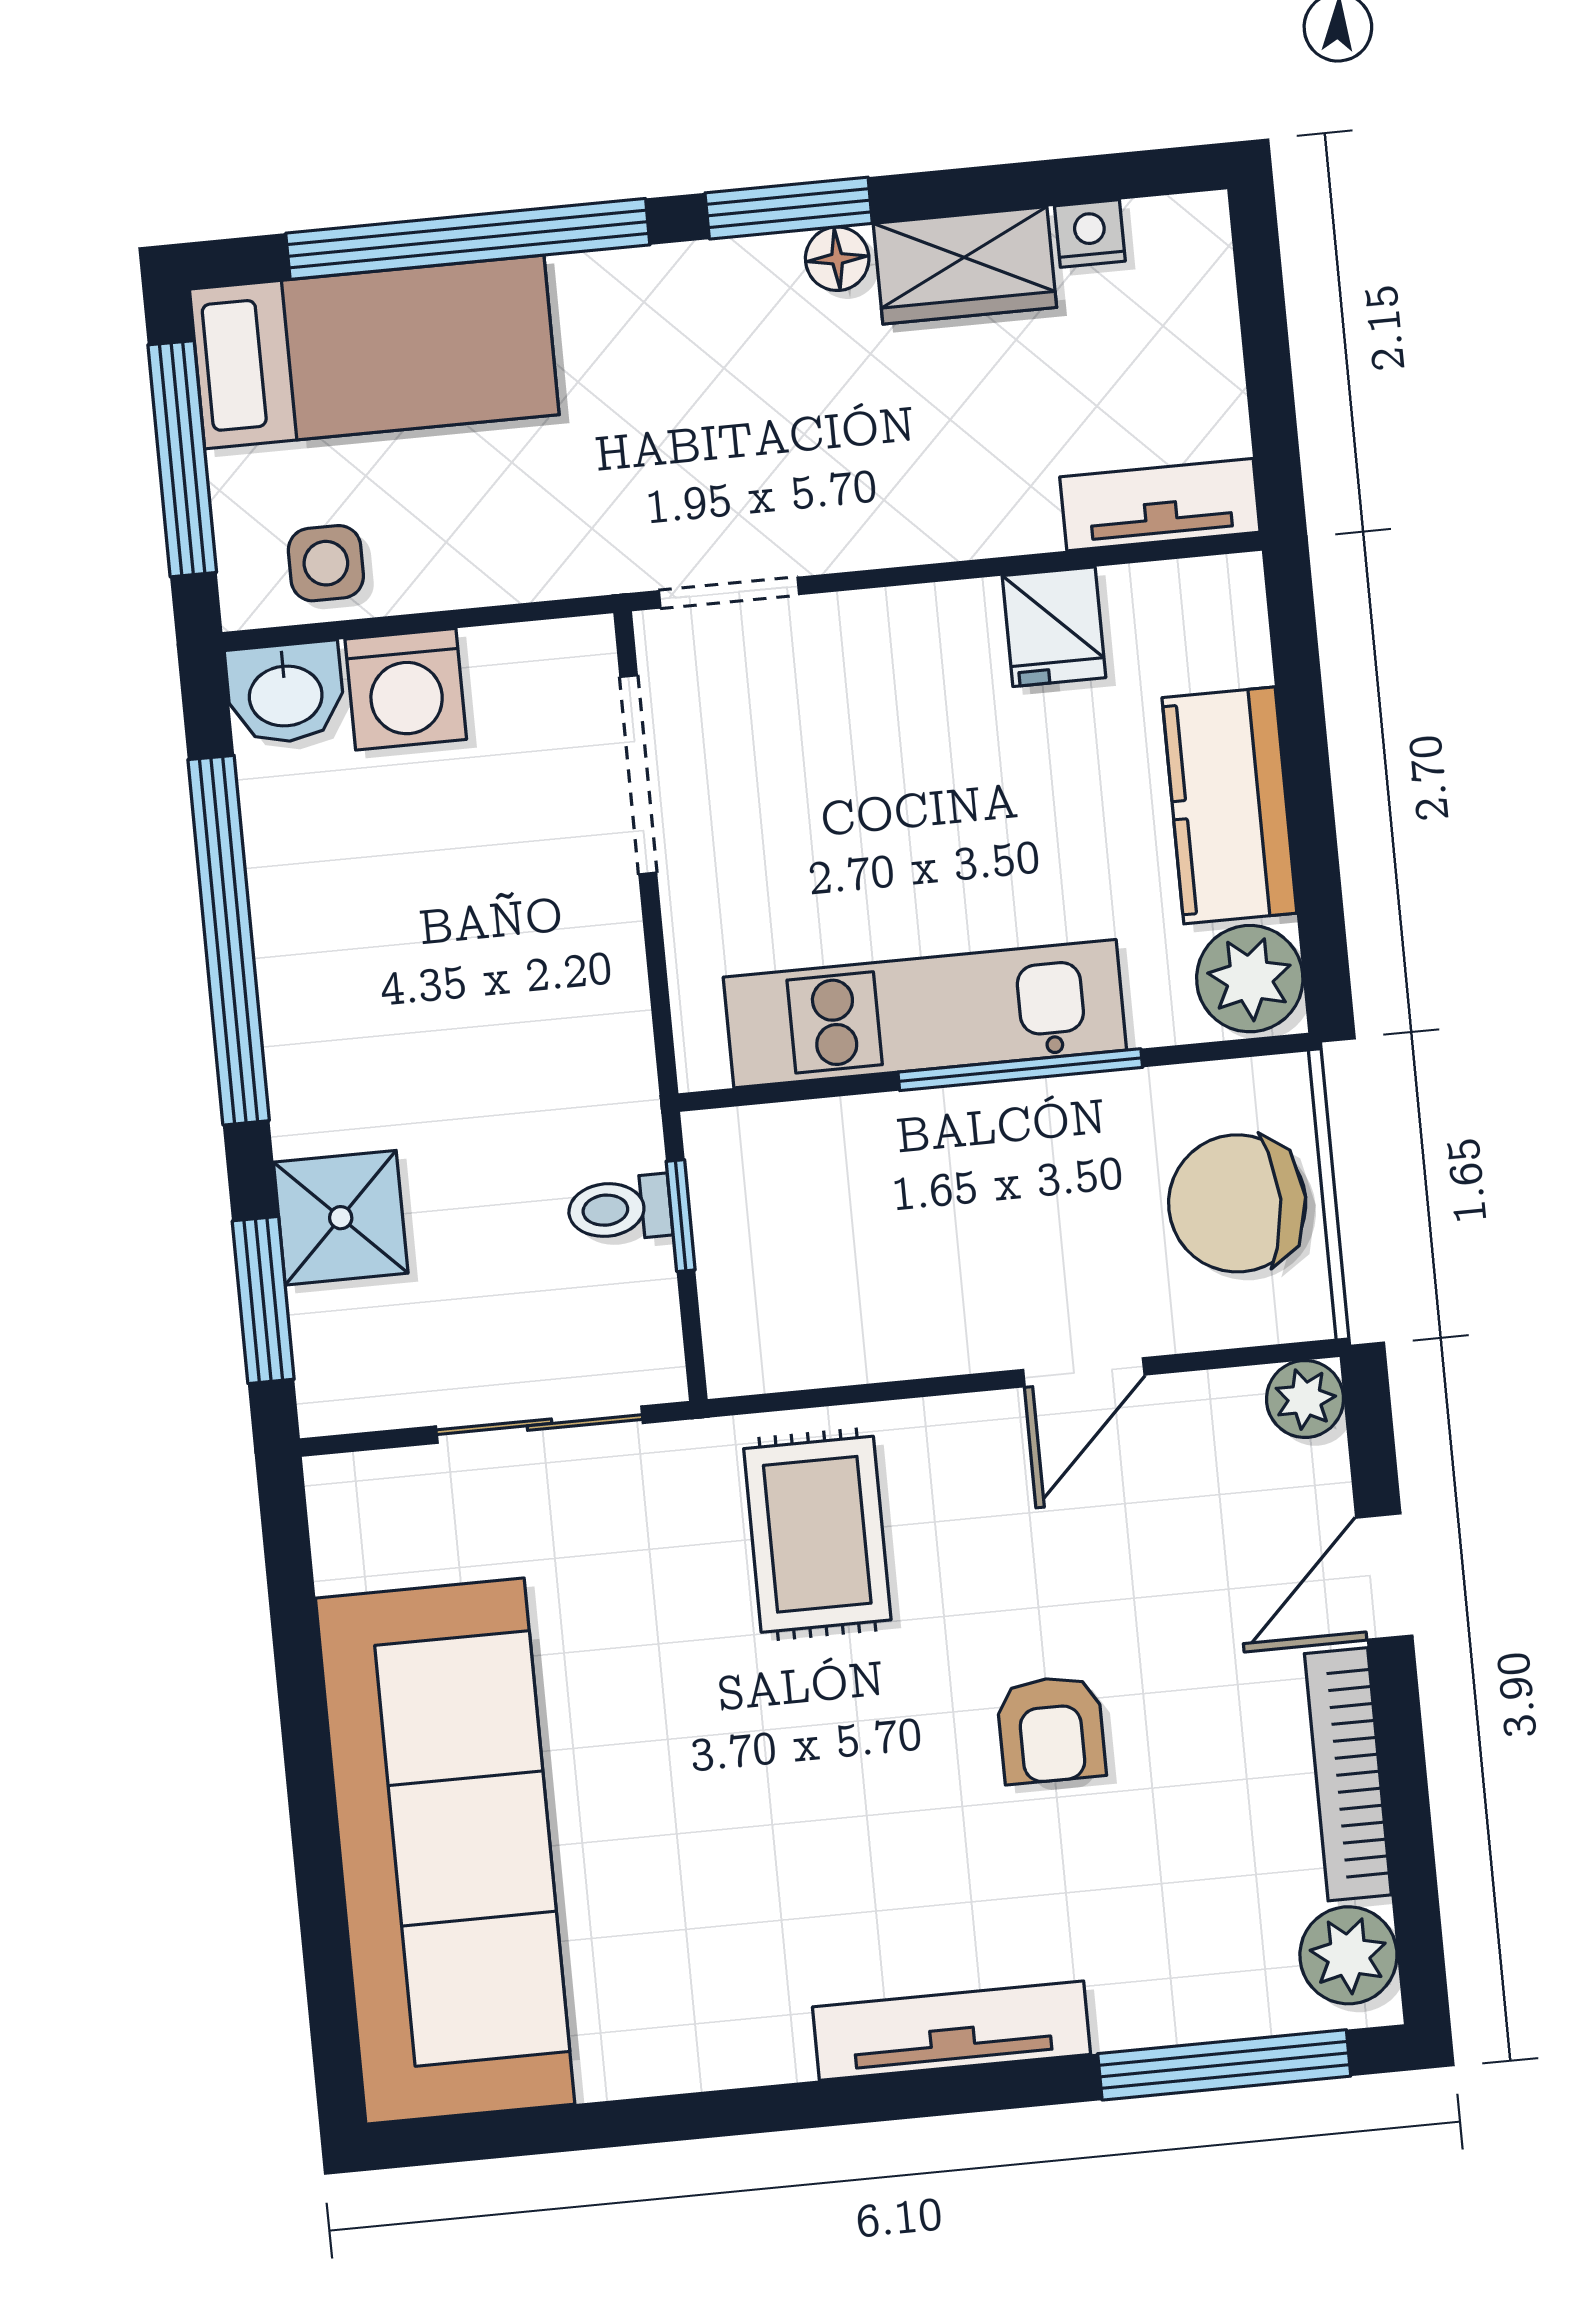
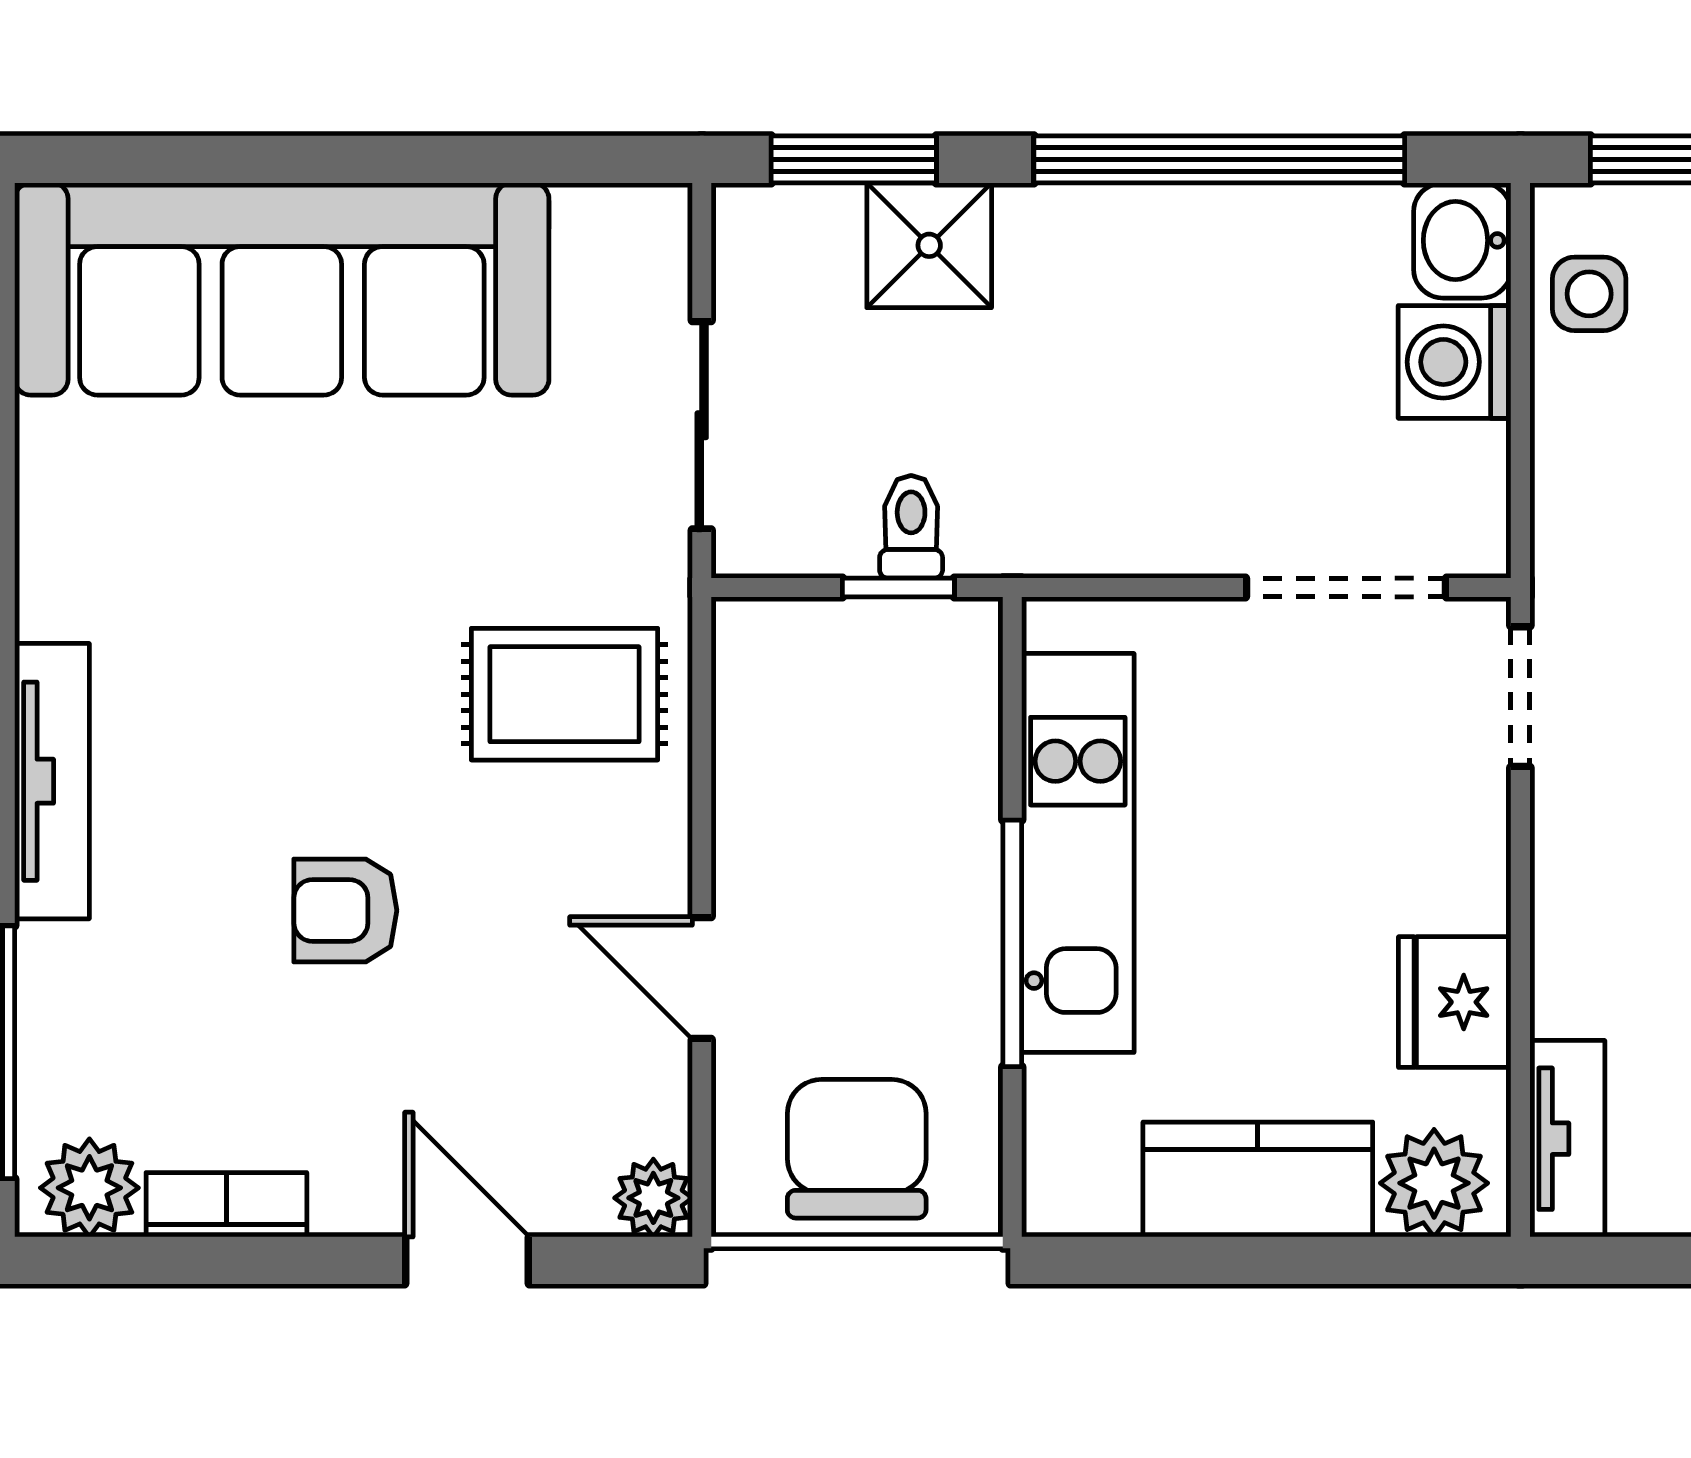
fridge: (1054, 627) -> (1455, 1002), width x1.38
plant: (1250, 979) -> (1434, 1183), moved
bookcase: (1348, 1774) -> (226, 1205), width x0.64

